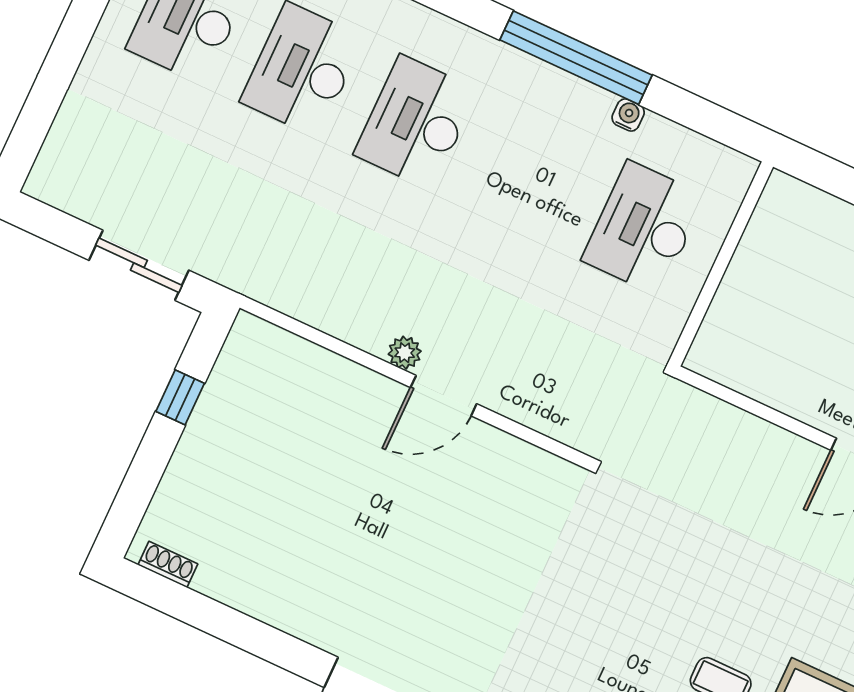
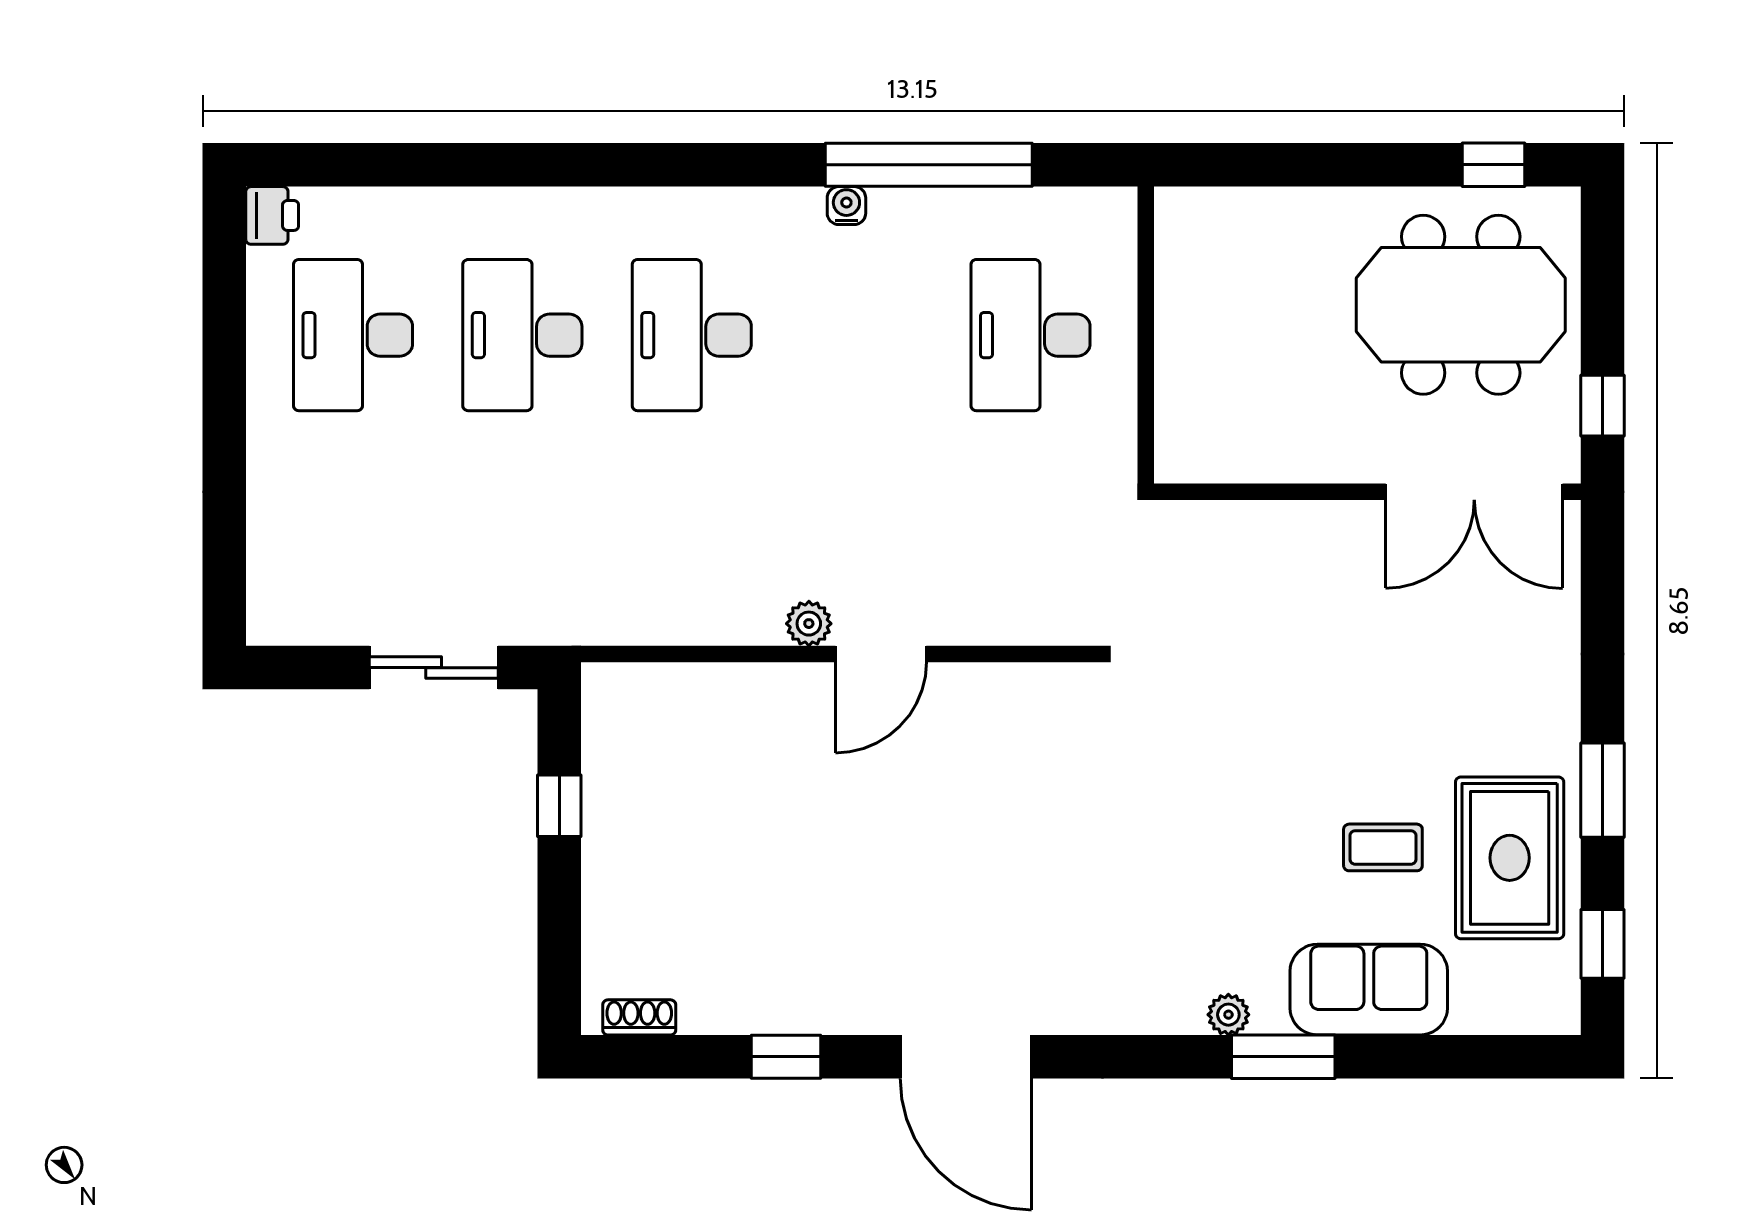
window: (576, 58) -> (929, 165), moved
water cooler: (628, 115) -> (846, 206), moved
window: (254, 637) -> (786, 1057), added

